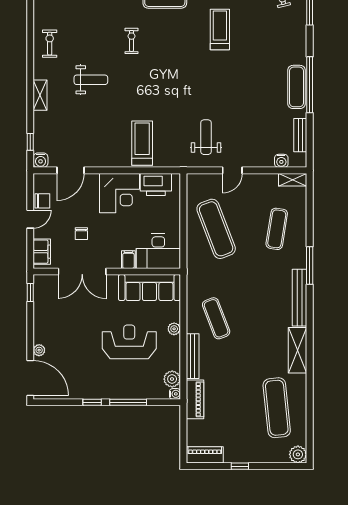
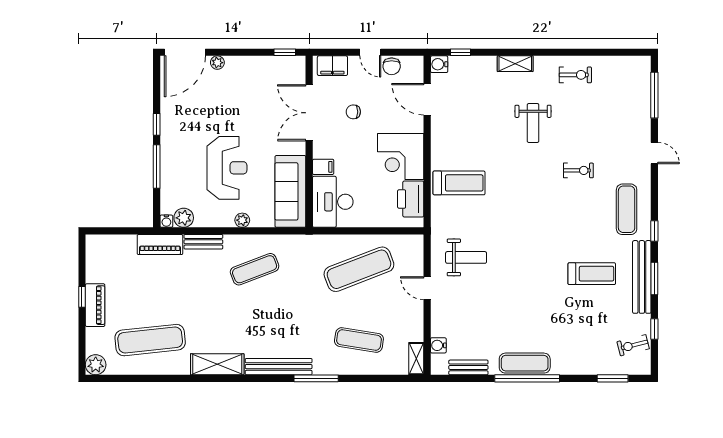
bench: (193, 356) -> (203, 242), width x0.73
piano: (205, 455) -> (95, 305), moved

